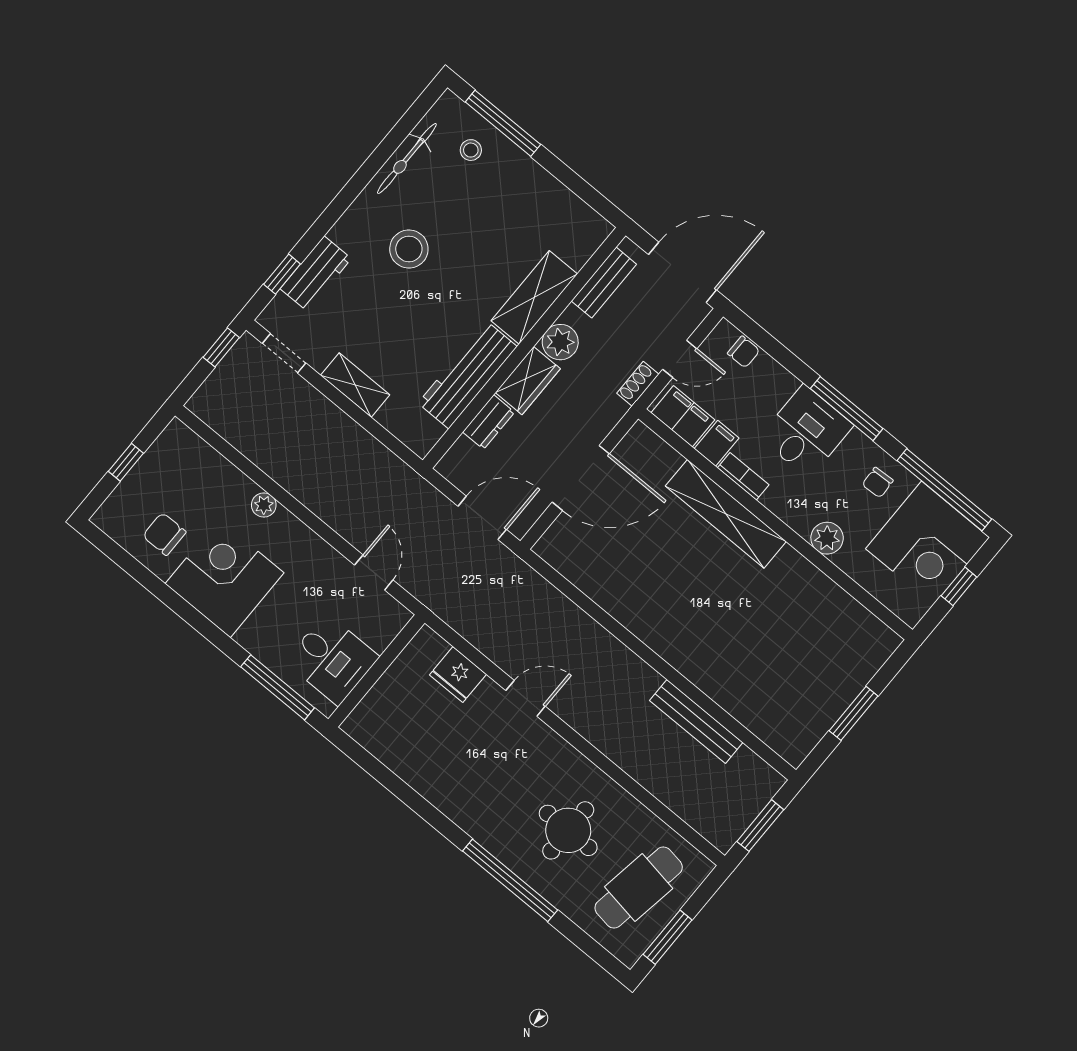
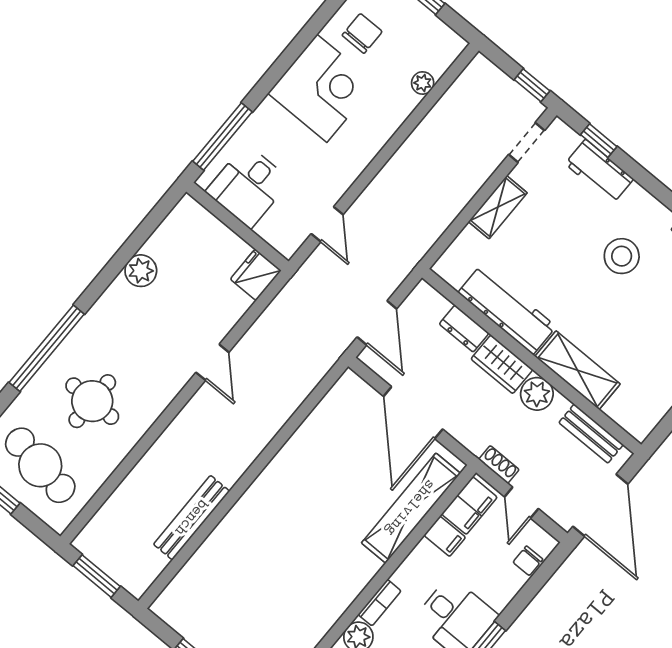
bookcase: (743, 476) -> (380, 603), moved
plant: (264, 505) -> (423, 83), moved
shelving: (726, 514) -> (411, 508), moved
door: (374, 572) -> (327, 224), hinge flipped
fridge: (458, 675) -> (256, 275), moved
plant: (425, 777) -> (141, 271), added

